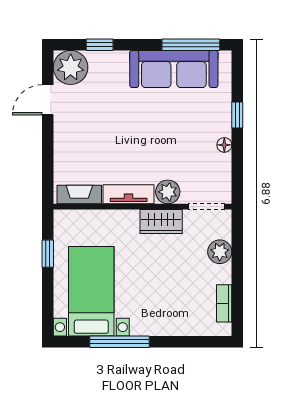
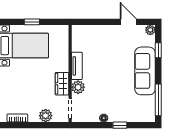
plant: (71, 67) -> (150, 30), width x0.53, depth x0.53
sofa: (174, 69) -> (145, 71), moved
fireplace: (79, 194) -> (77, 39), removed
window: (48, 254) -> (32, 22), moved

